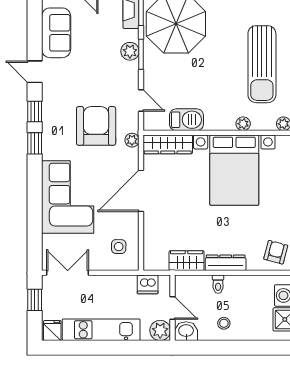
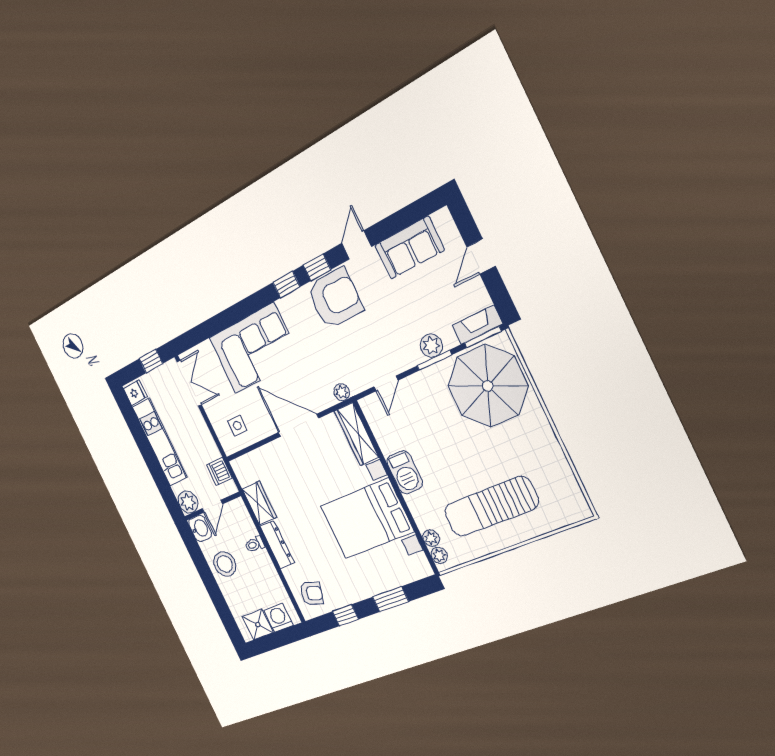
barbecue: (186, 120) -> (405, 472), moved
plant: (243, 124) -> (431, 538), moved
armchair: (96, 126) -> (335, 298), moved
stool: (224, 323) -> (225, 564), width x1.89, depth x1.89

